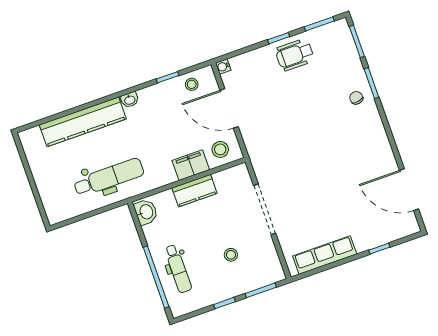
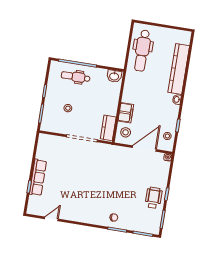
dental chair: (109, 177) -> (142, 51), moved
door: (409, 190) -> (51, 219), width x0.53
kitchen counter: (194, 191) -> (108, 128), moved
row of seats: (325, 255) -> (38, 177), moved

